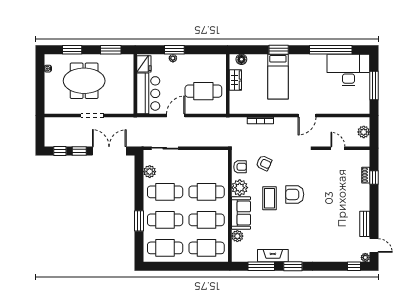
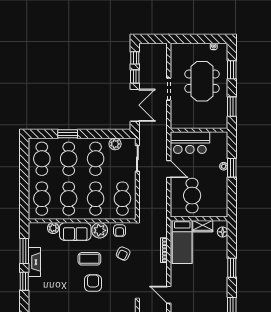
fridge: (144, 64) -> (218, 138), removed
bed: (278, 77) -> (182, 242), moved, turned -90
cafe table: (207, 164) -> (122, 199), added

